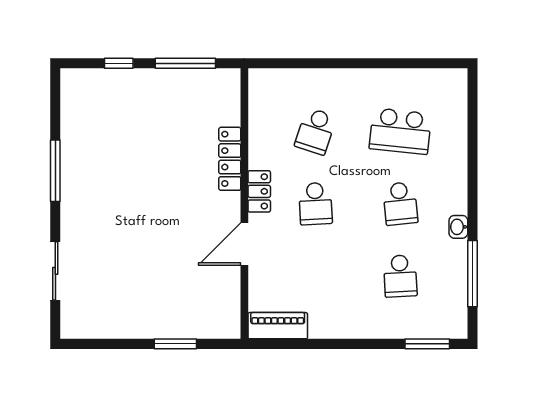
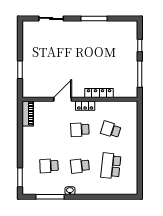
door: (244, 244) -> (63, 99), hinge flipped

